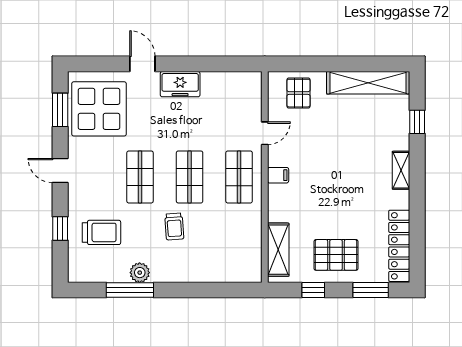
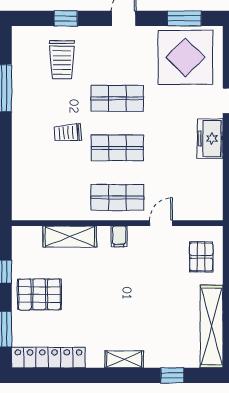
pallet: (298, 93) -> (201, 257), turned 90
door: (265, 133) -> (161, 223), swing flipped
shelving: (278, 250) -> (70, 237), moved
pallet: (336, 255) -> (39, 294), turned 90
plant: (140, 273) -> (22, 98), removed

